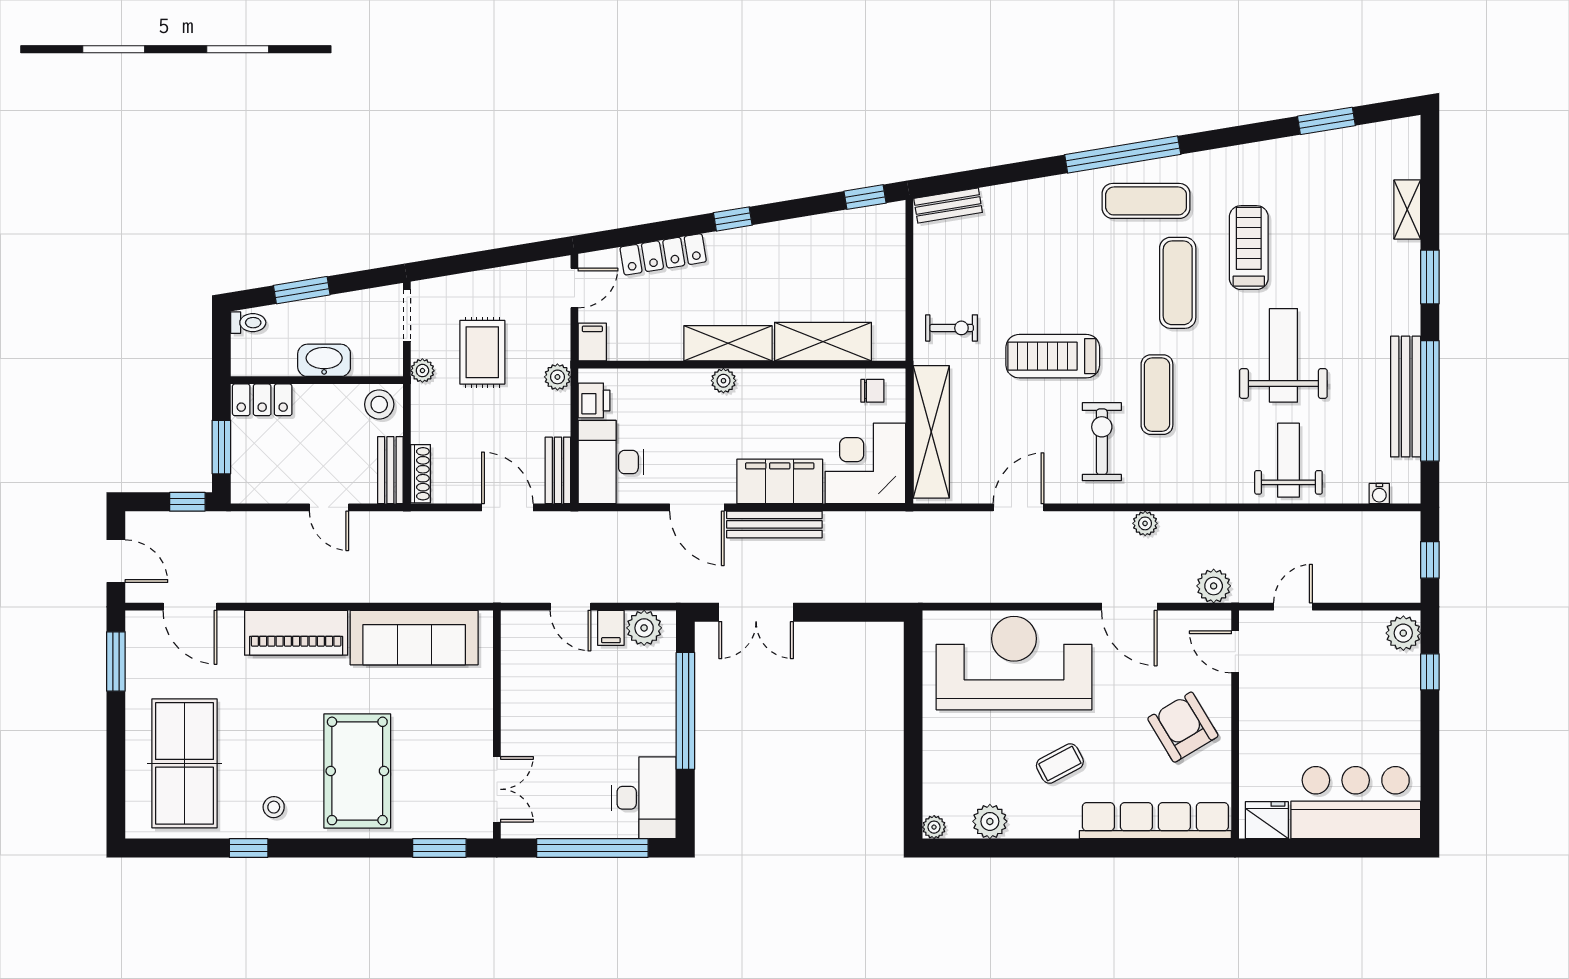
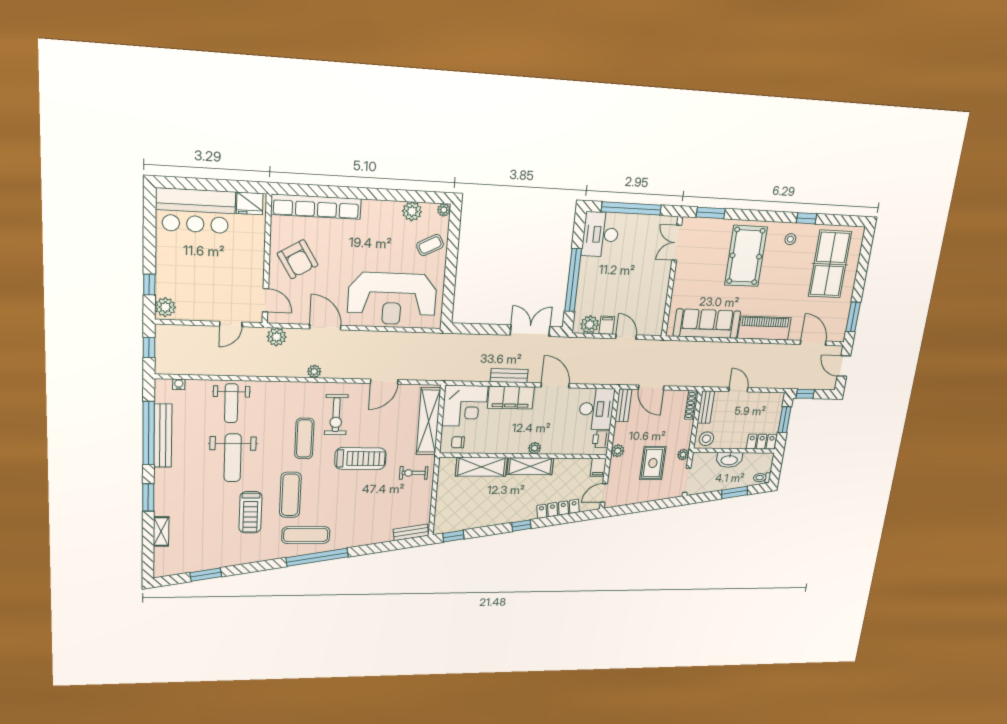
bench: (774, 524) -> (509, 376), width x0.73
coffee table: (1060, 764) -> (430, 245), moved

